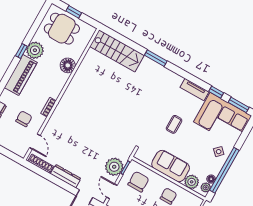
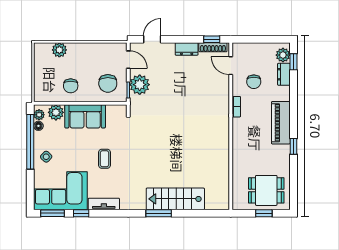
plant: (35, 50) -> (281, 155), removed
stairs: (117, 51) -> (175, 199), moved
floor lamp: (68, 65) -> (240, 158), removed
window: (38, 170) -> (212, 39), added
dresser: (66, 176) -> (187, 49), width x0.70

